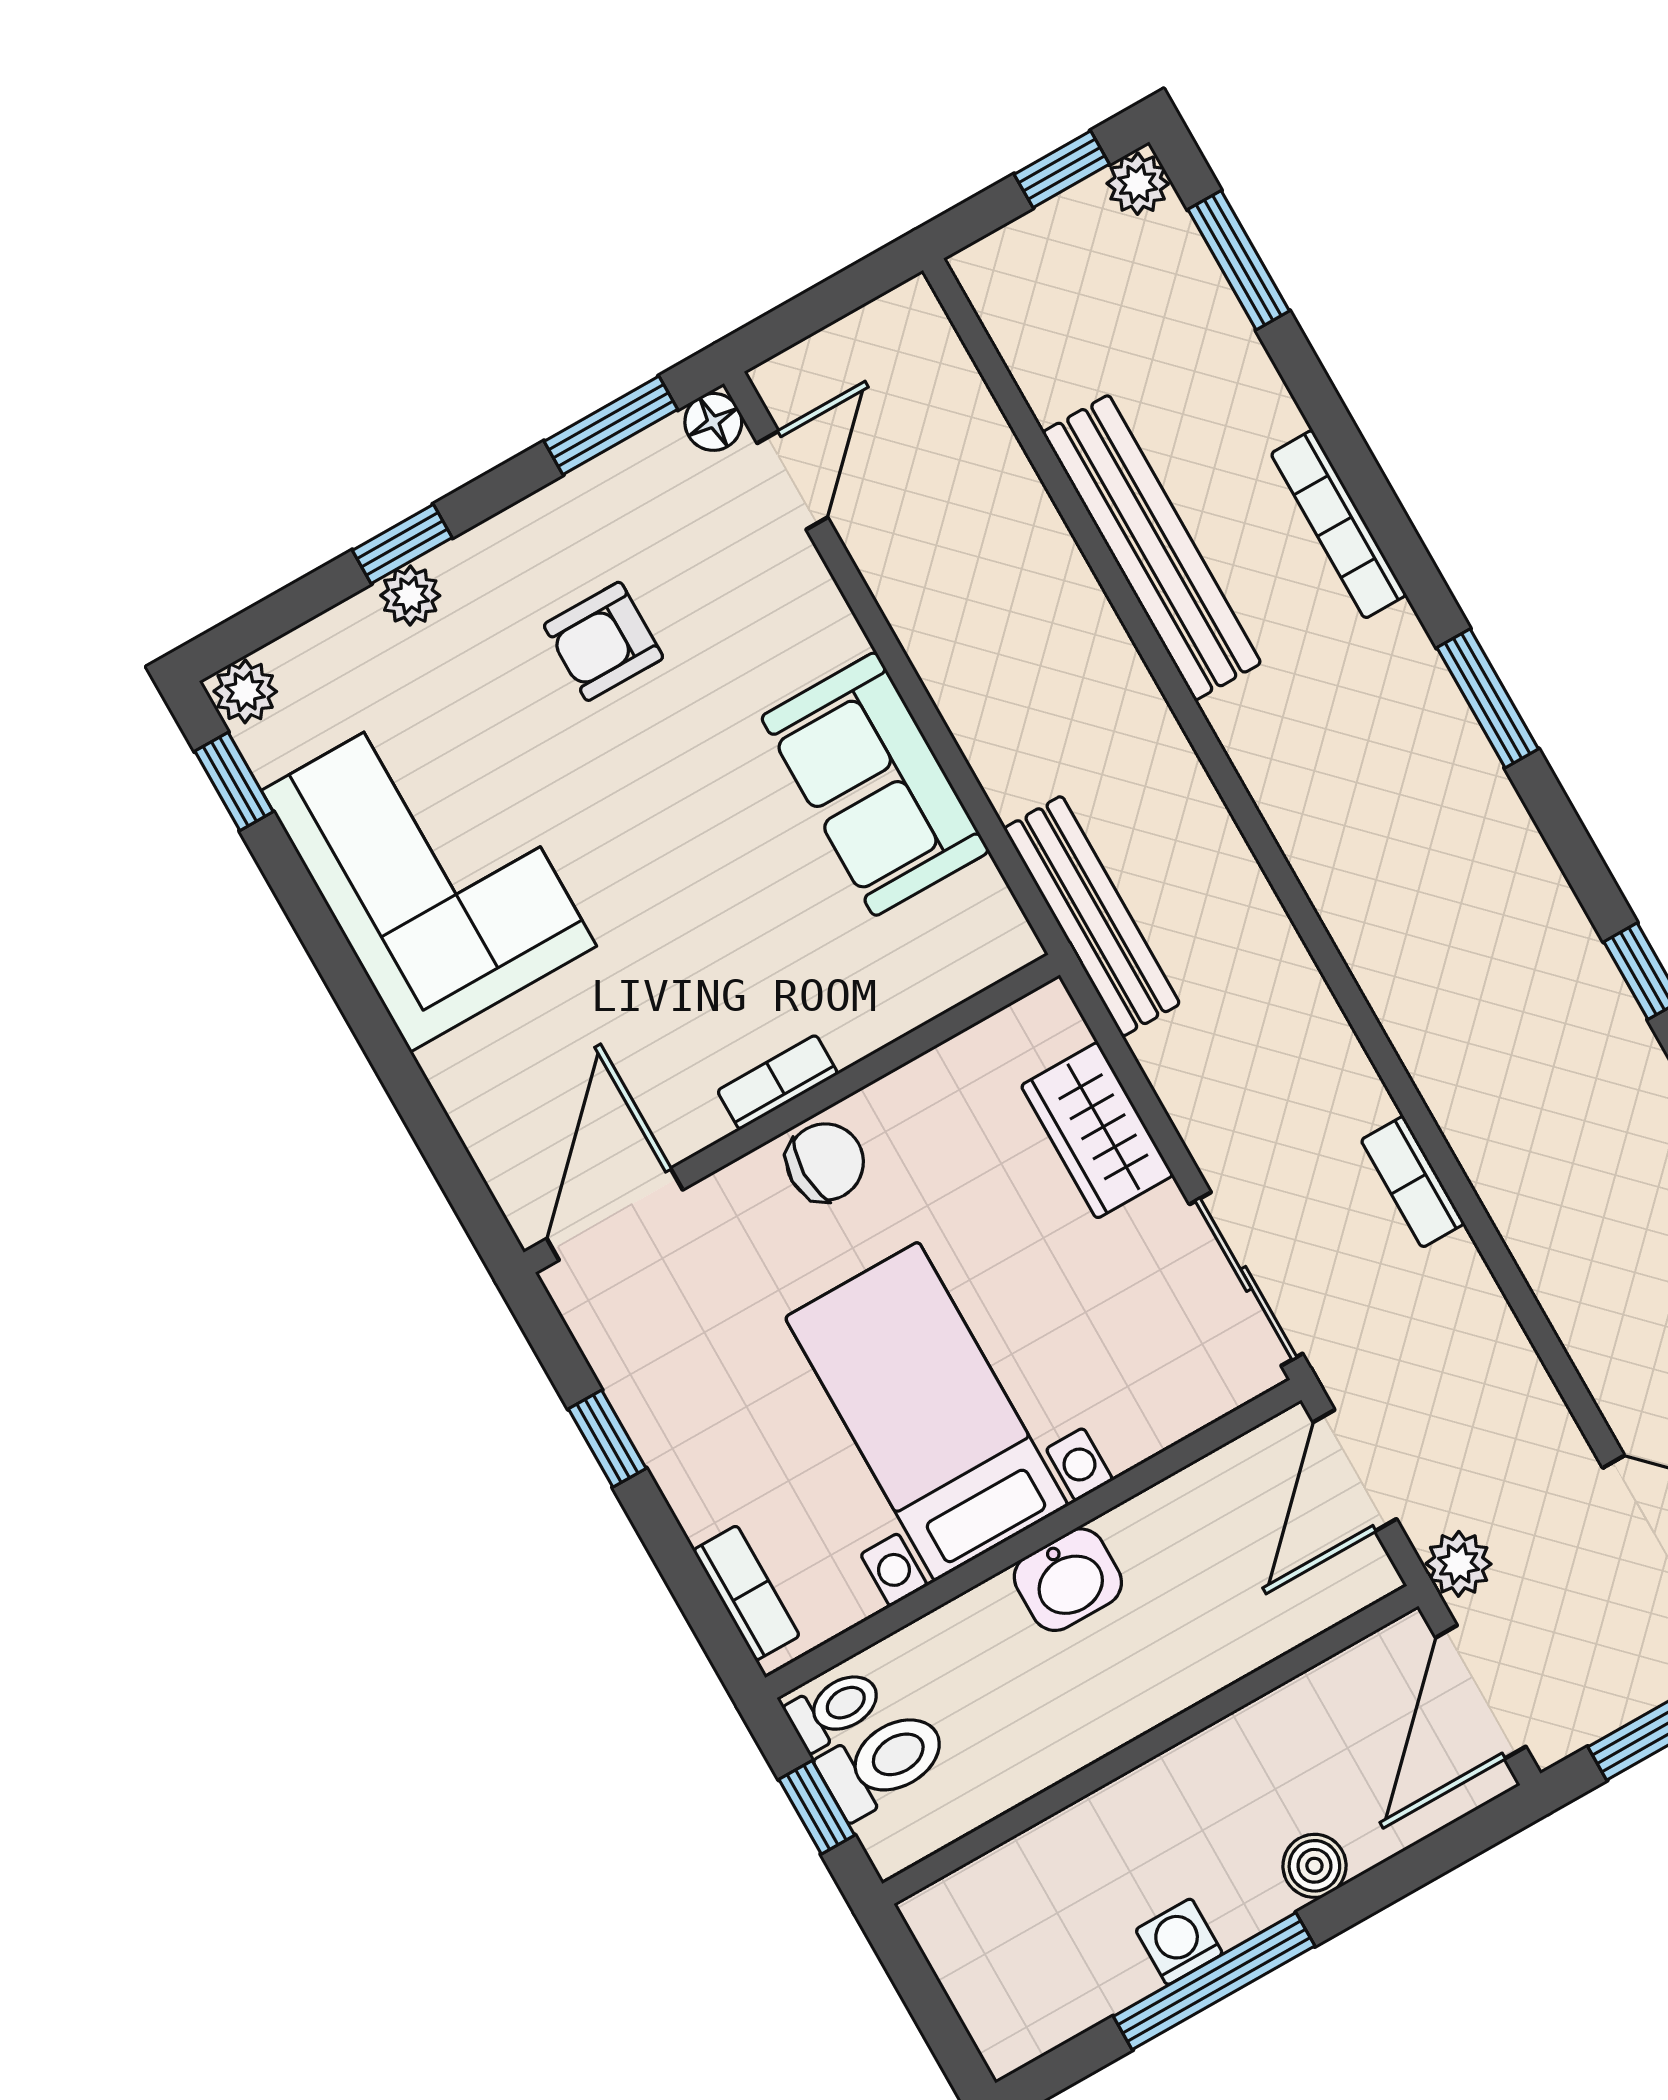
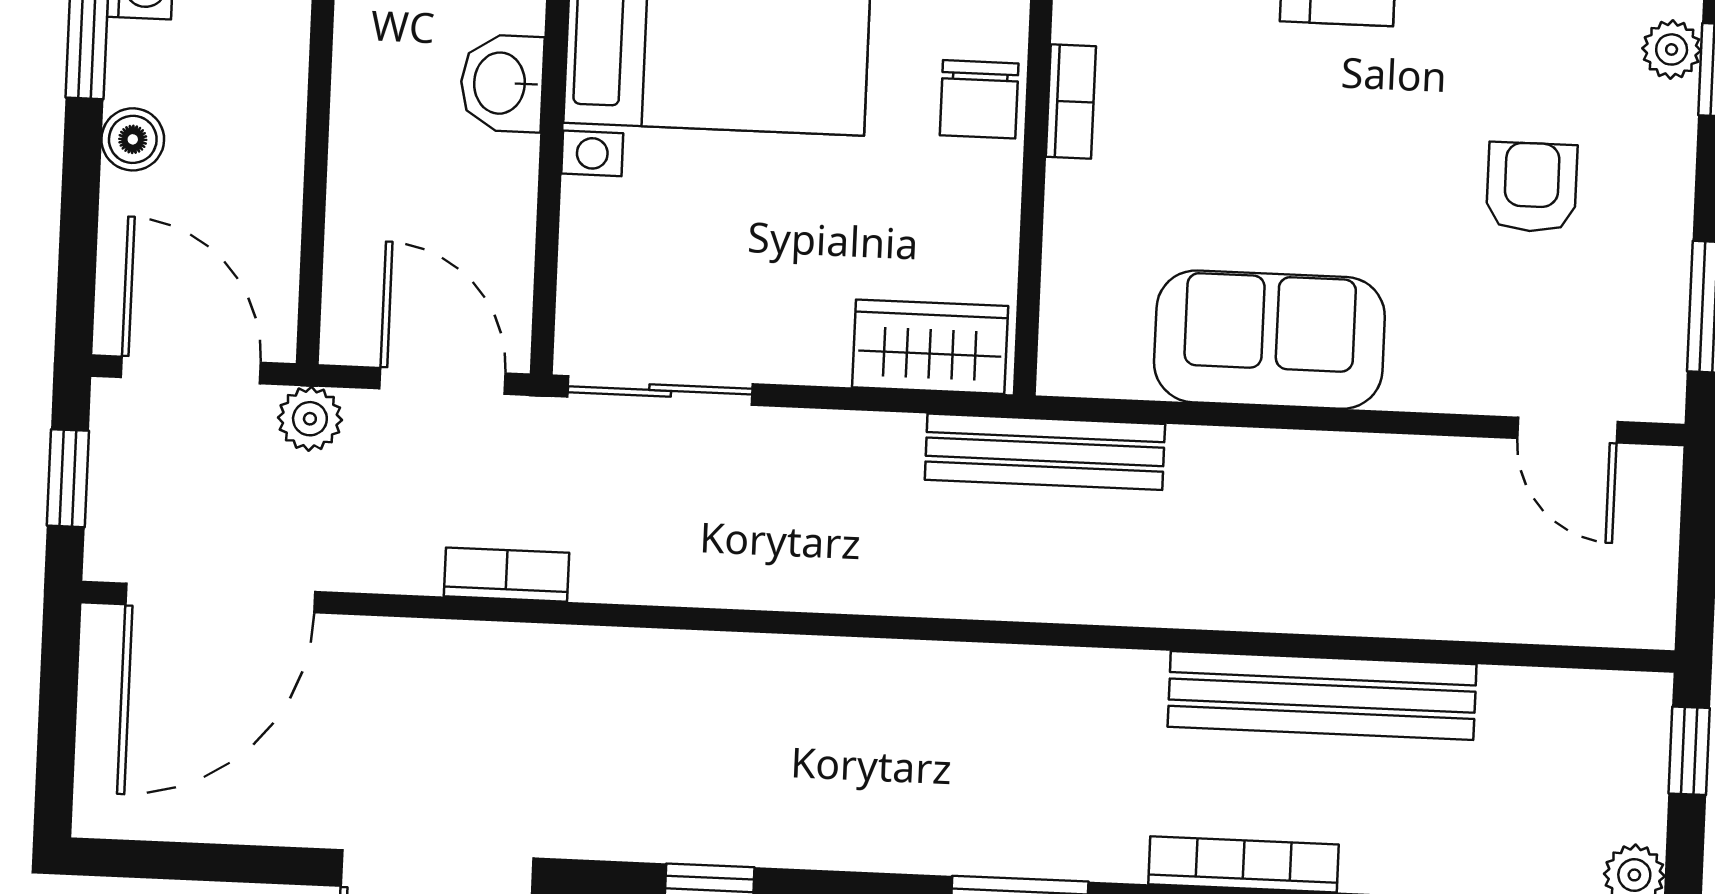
window: (1062, 169) -> (1689, 751), moved
floor lamp: (713, 422) -> (1658, 394), removed
wardrobe: (1097, 1130) -> (930, 347), moved
bookcase: (1413, 1182) -> (506, 575), moved

